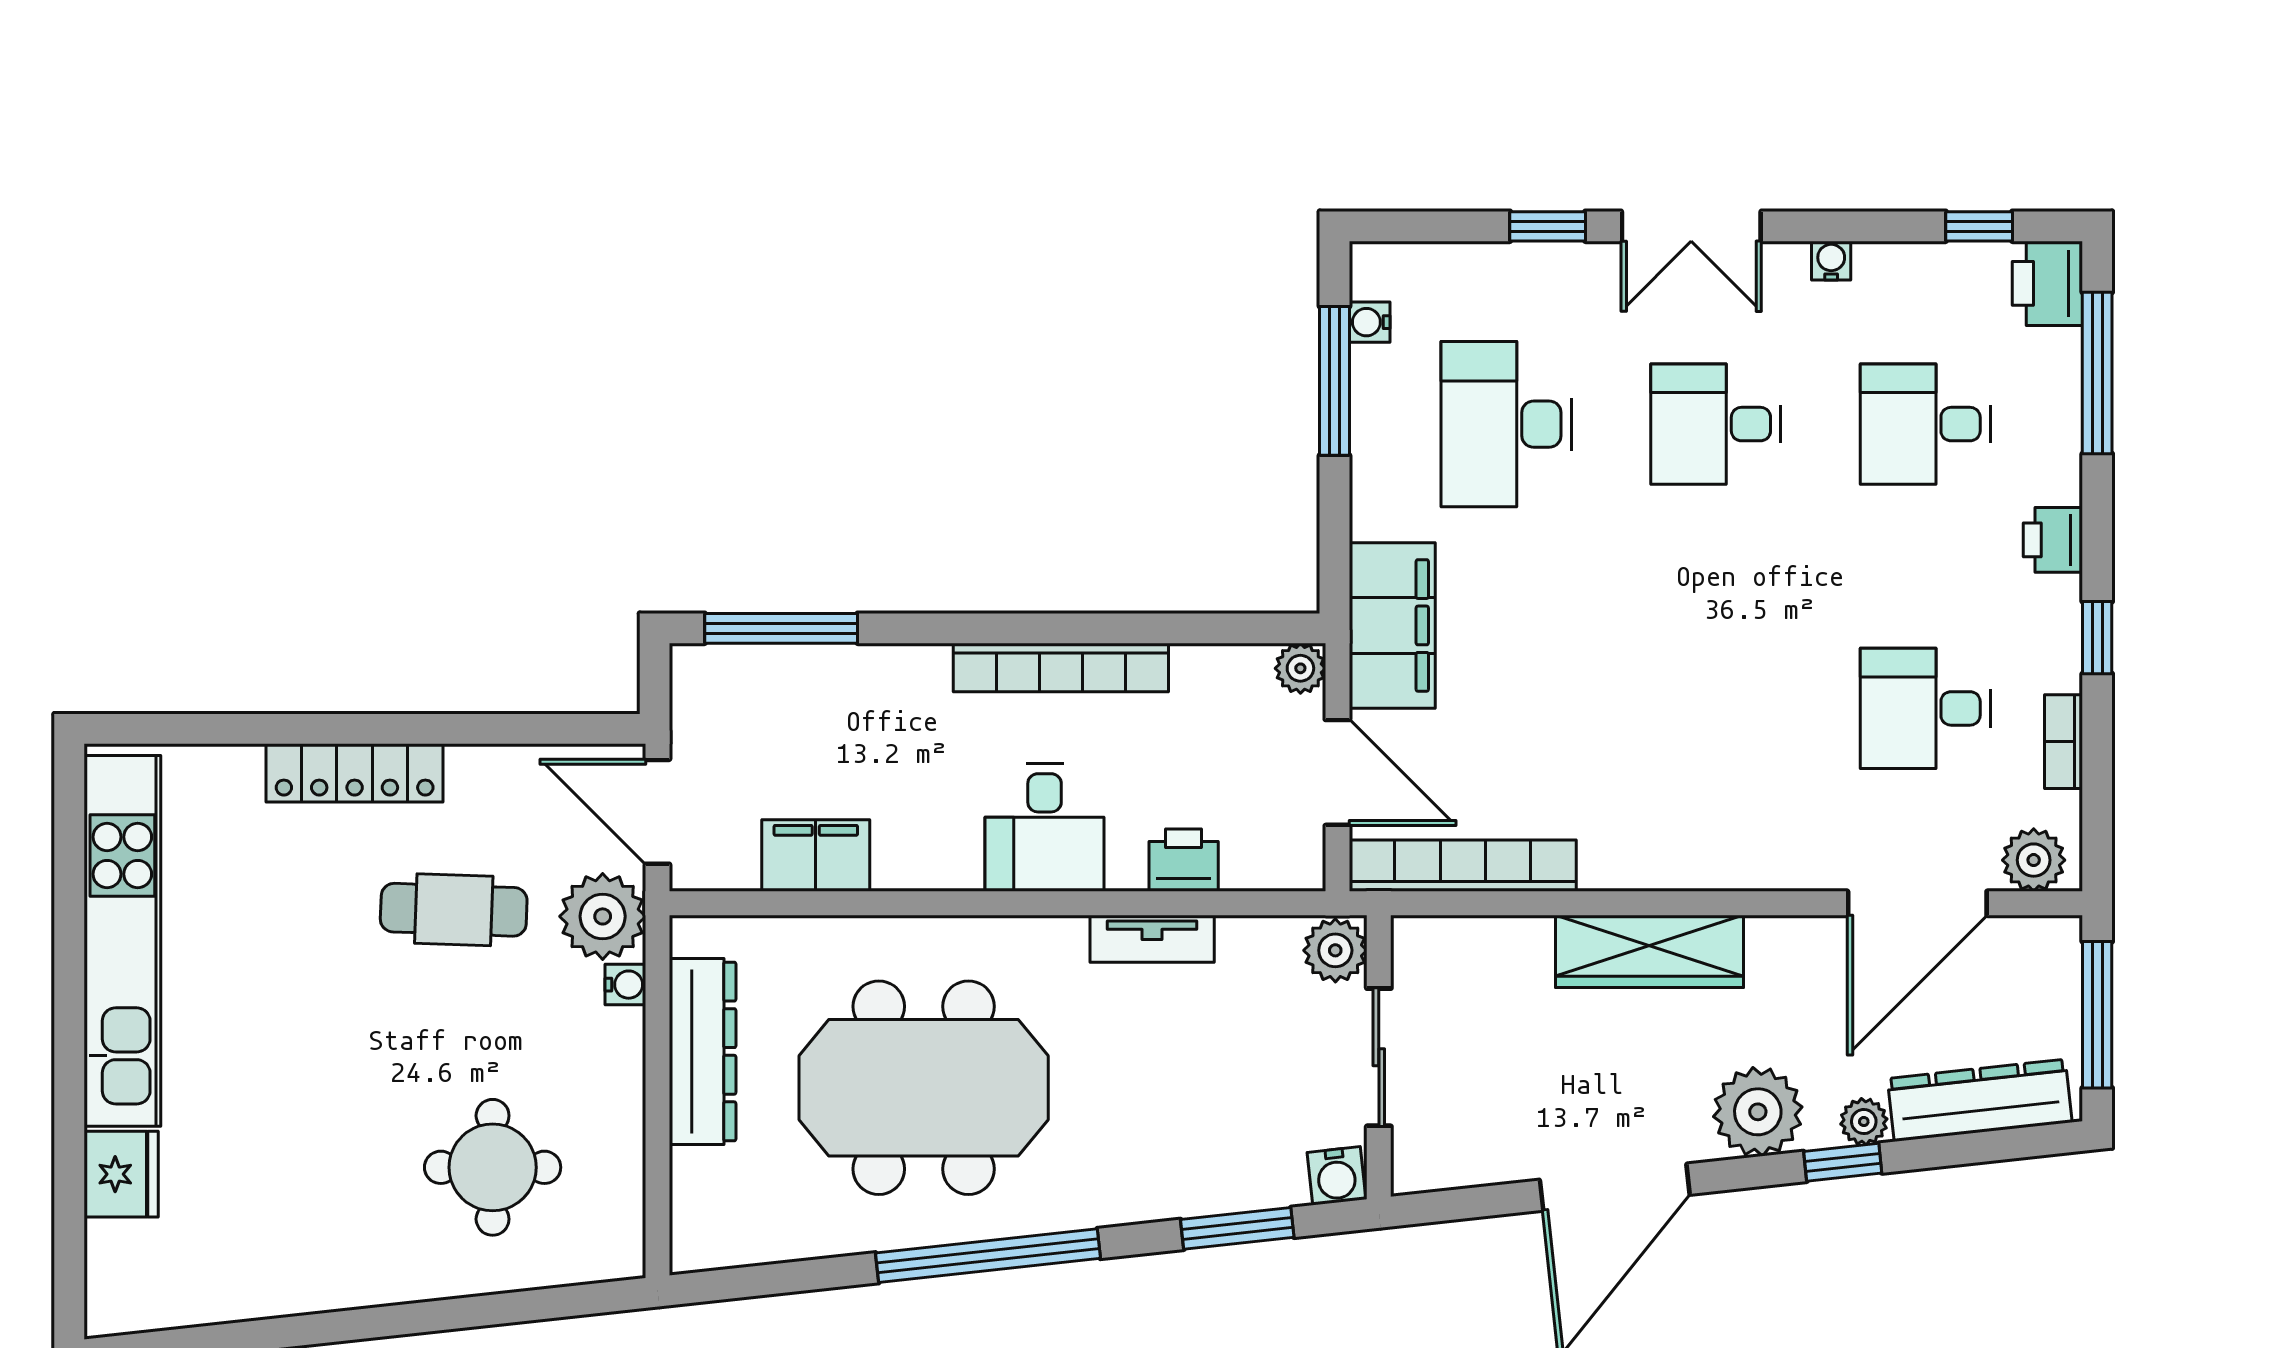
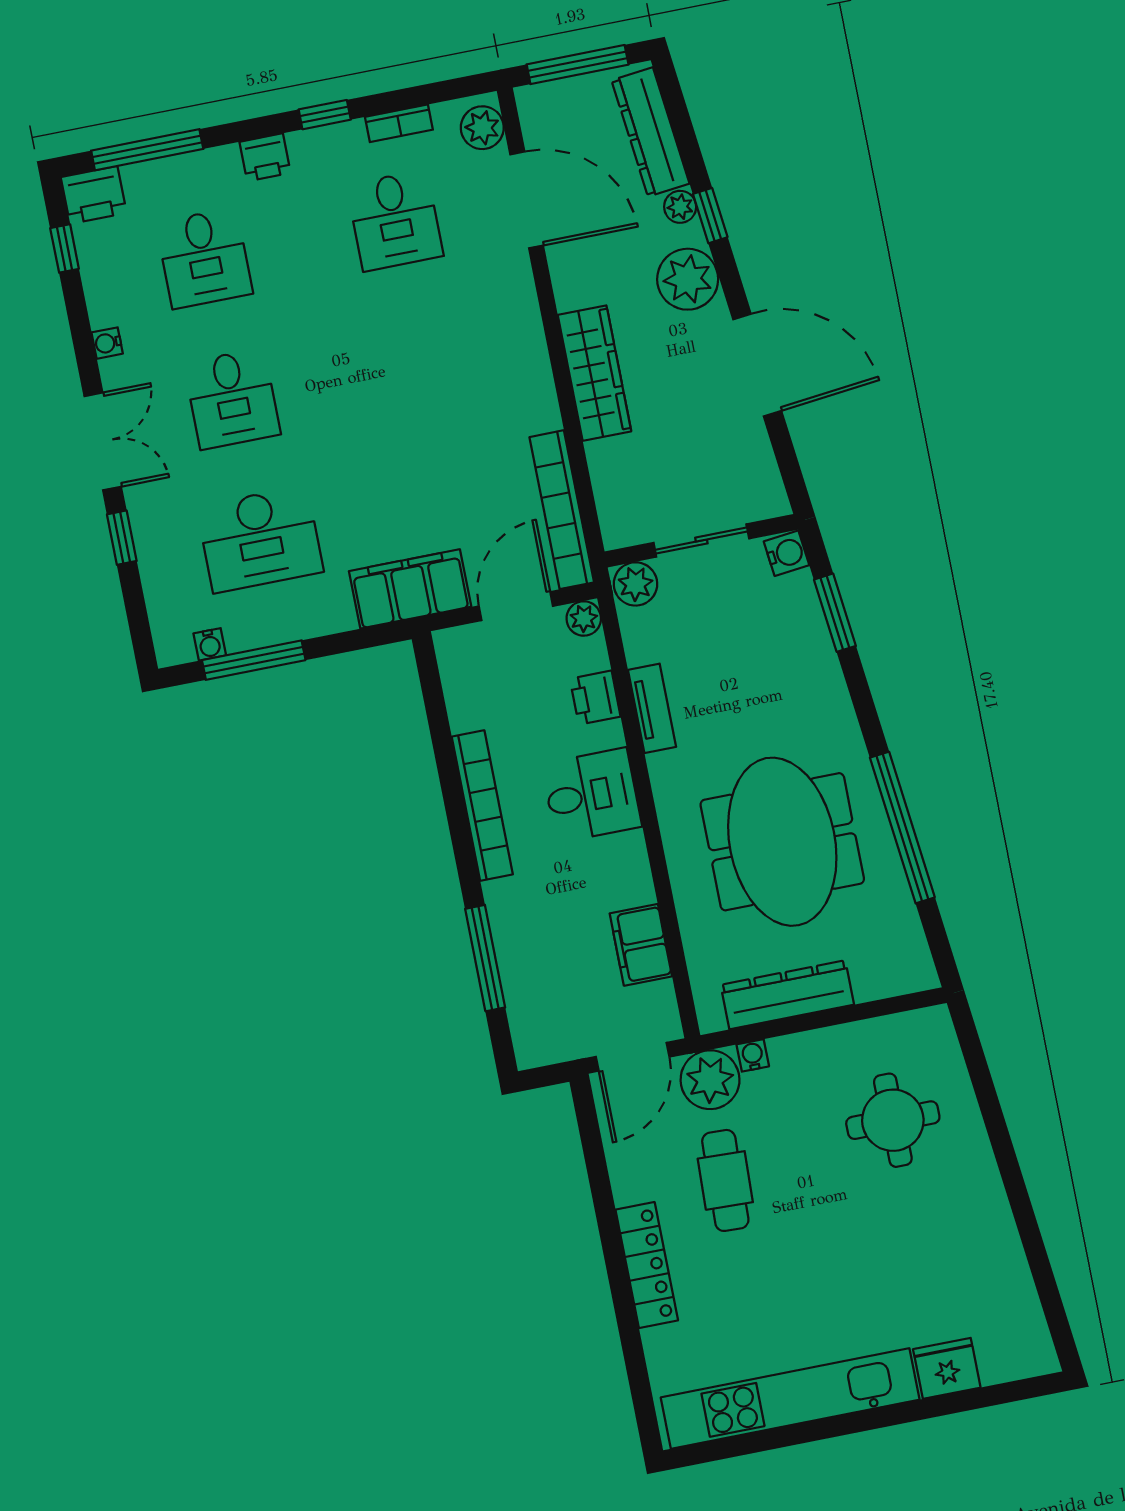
window: (781, 628) -> (485, 958), moved
plant: (1300, 668) -> (584, 618), moved
window: (988, 1256) -> (902, 828), moved

